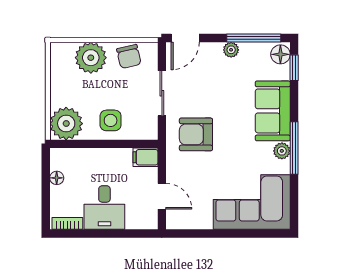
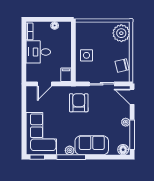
plant: (91, 58) -> (121, 33), moved
window: (294, 68) -> (37, 157), moved
plant: (66, 124) -> (85, 31), removed

